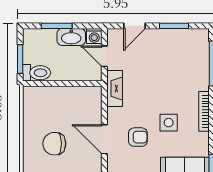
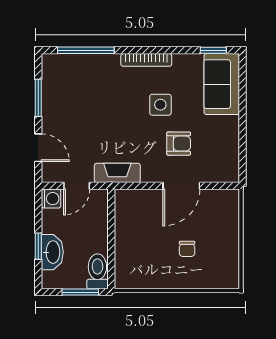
window: (57, 26) -> (38, 246), width x0.67
washbasin: (71, 37) -> (52, 252), moved
armchair: (138, 137) -> (179, 144), turned 90
chair: (54, 144) -> (187, 249), width x0.54, depth x0.54

